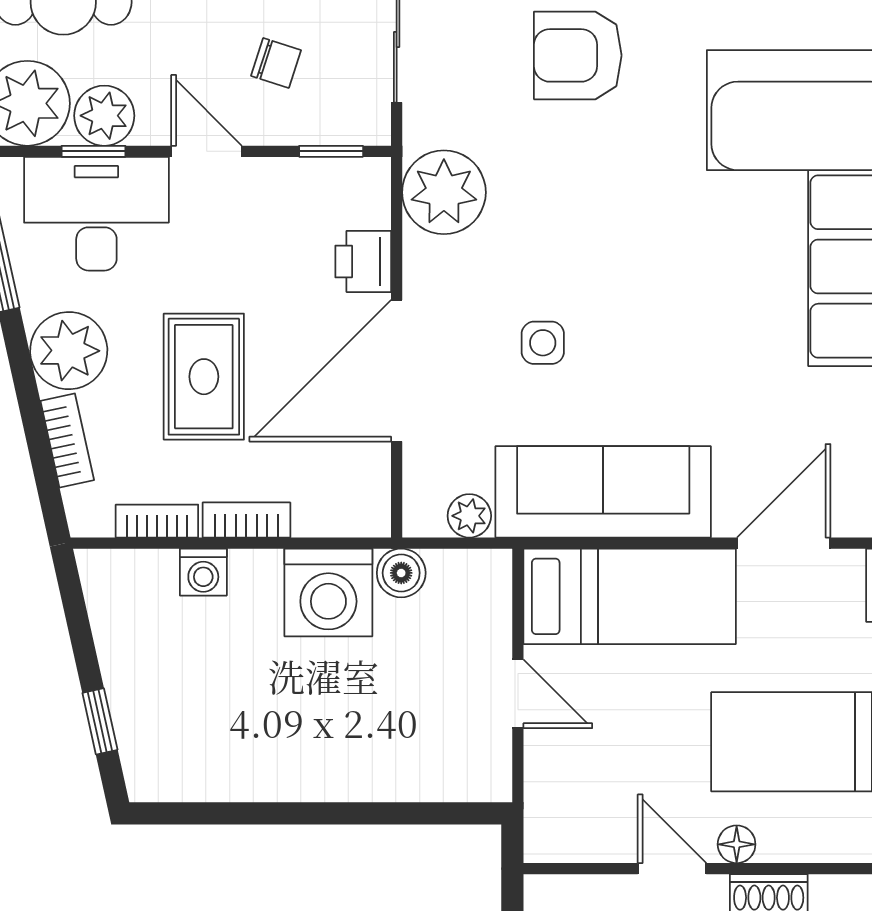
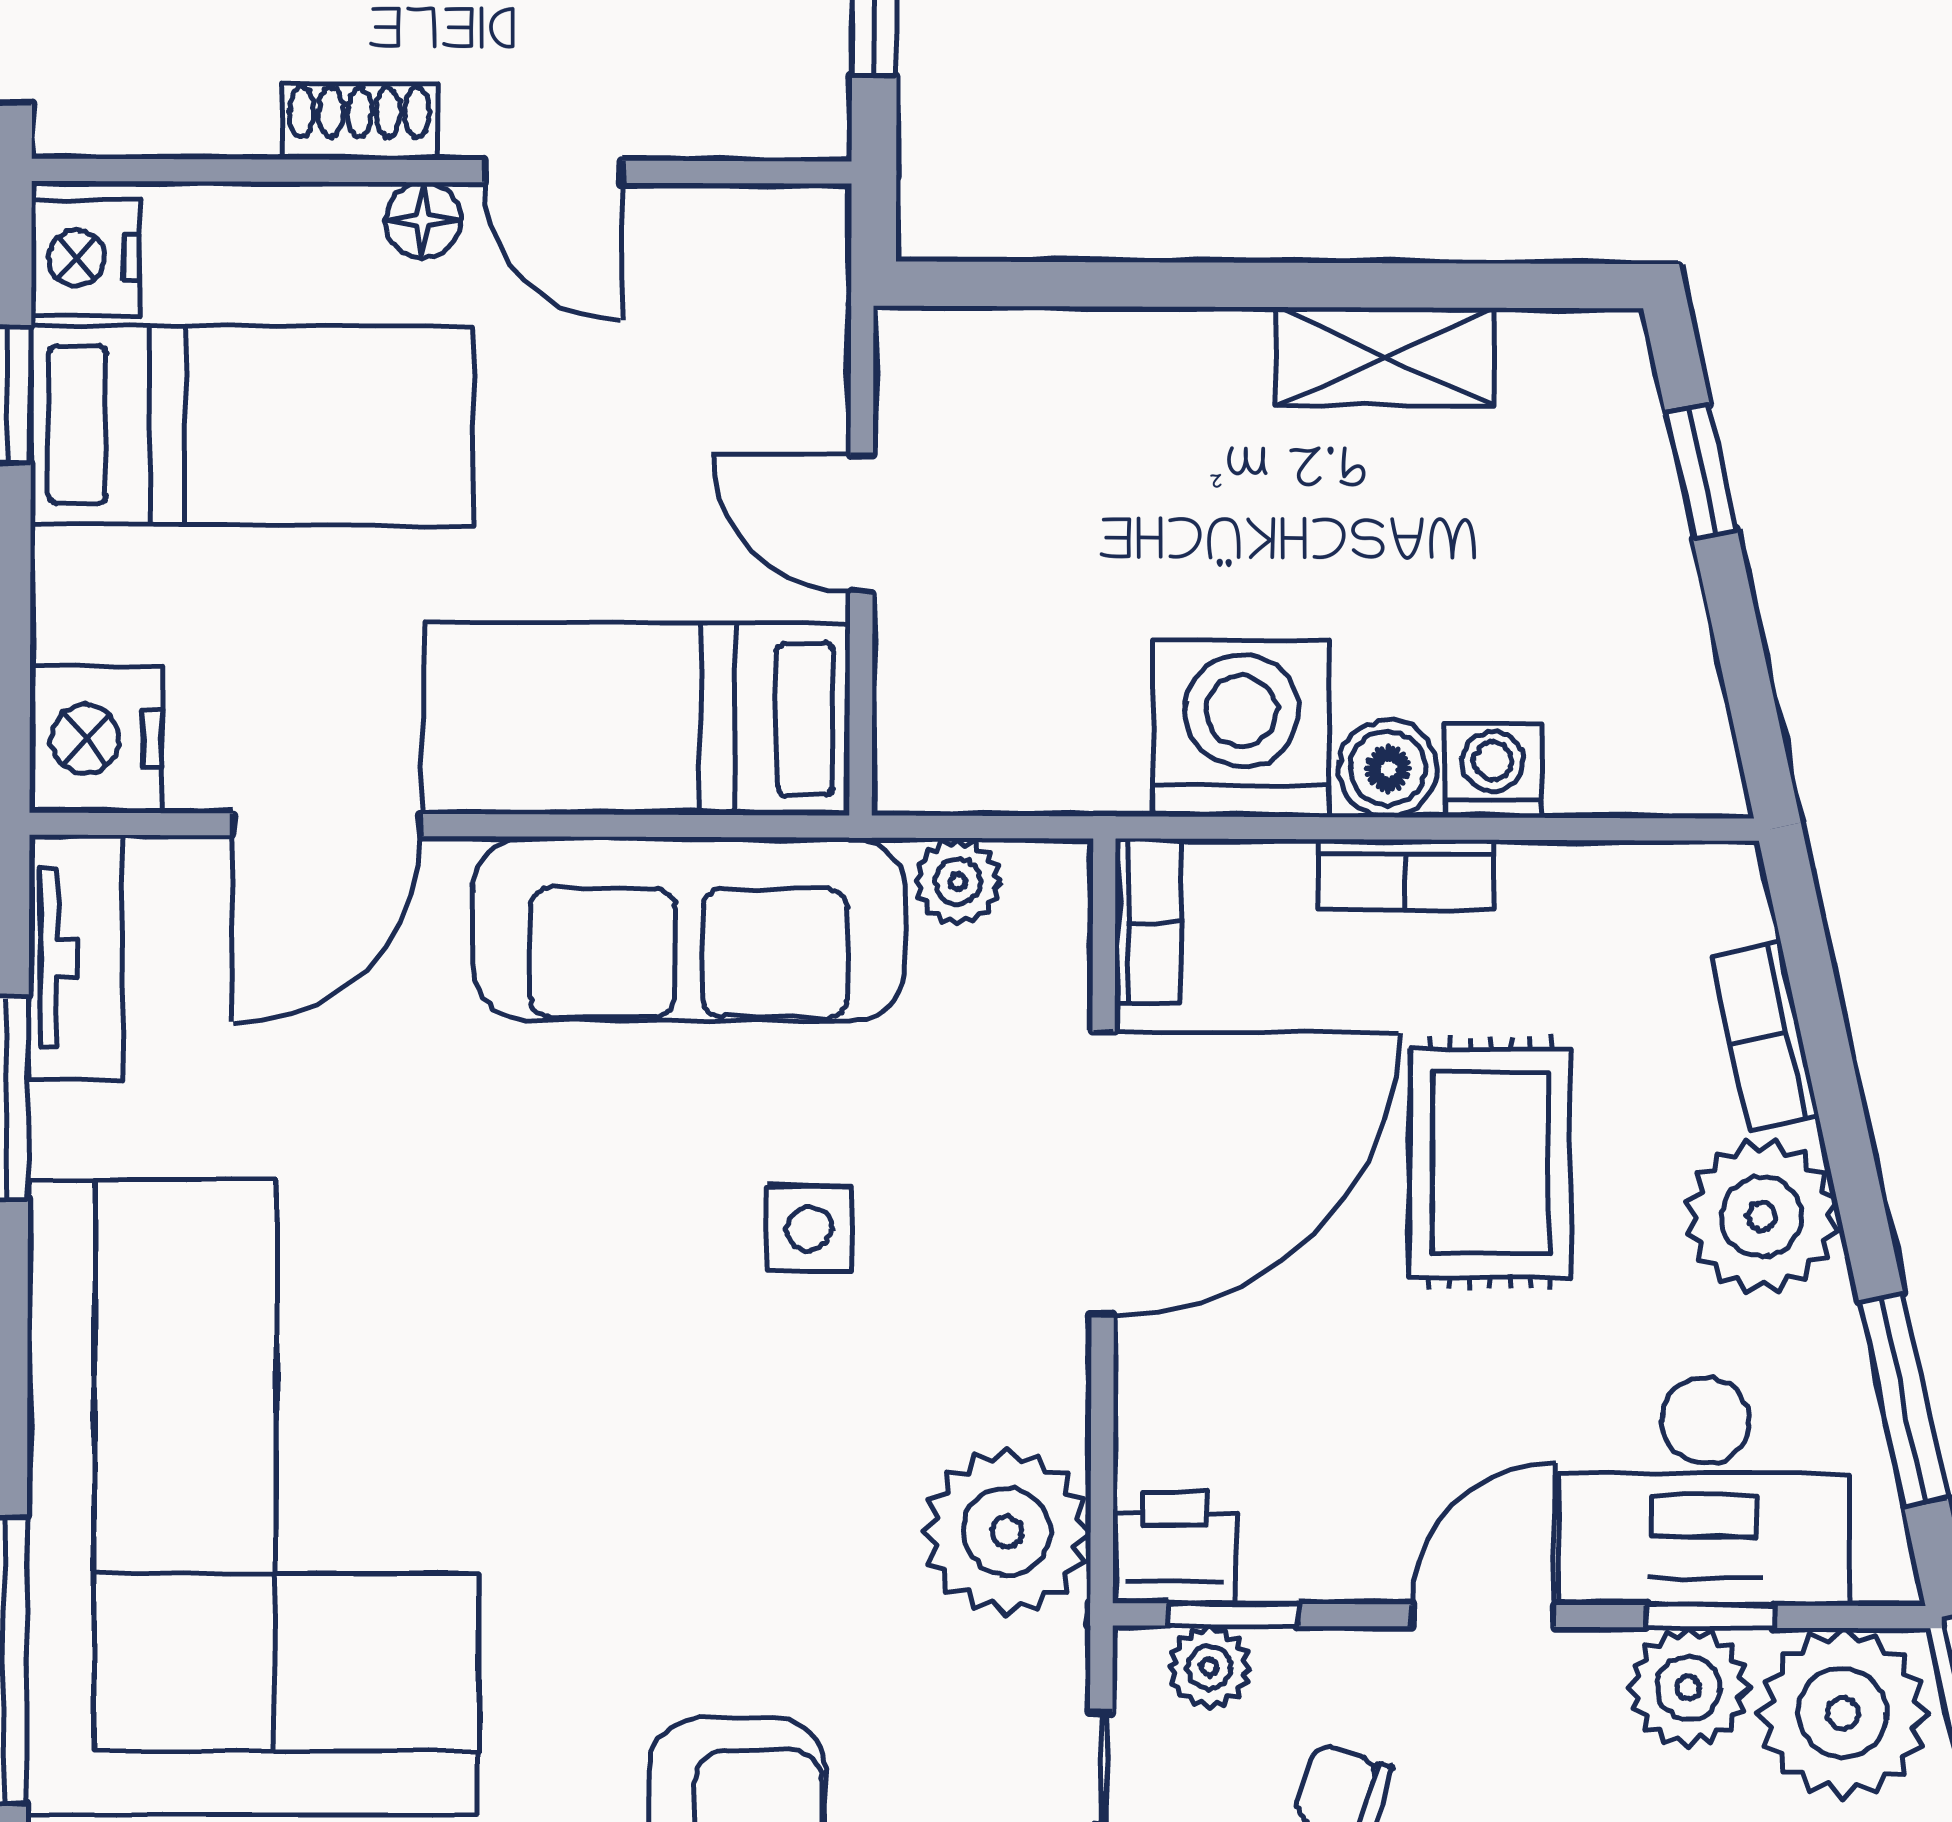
plant: (343, 125) -> (1209, 1667), added
door: (207, 151) -> (1483, 1616), swing flipped
printer: (363, 261) -> (1174, 1548), moved, turned -90
bookcase: (157, 521) -> (1148, 921), moved, turned -90
boiler: (401, 573) -> (1388, 768), moved
shelving: (257, 778) -> (1385, 356), added

